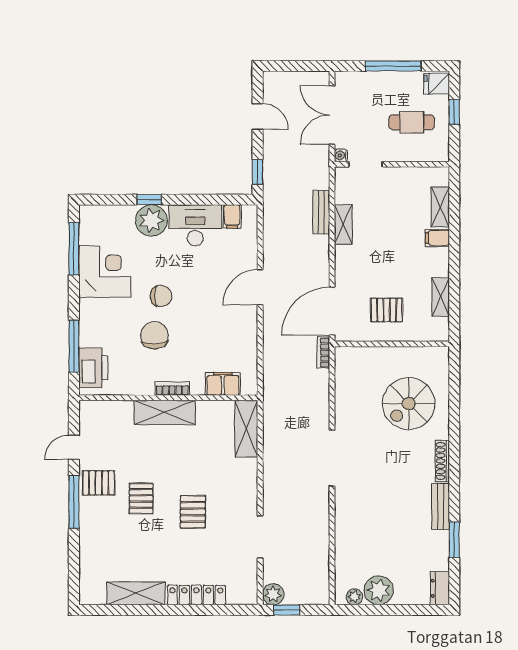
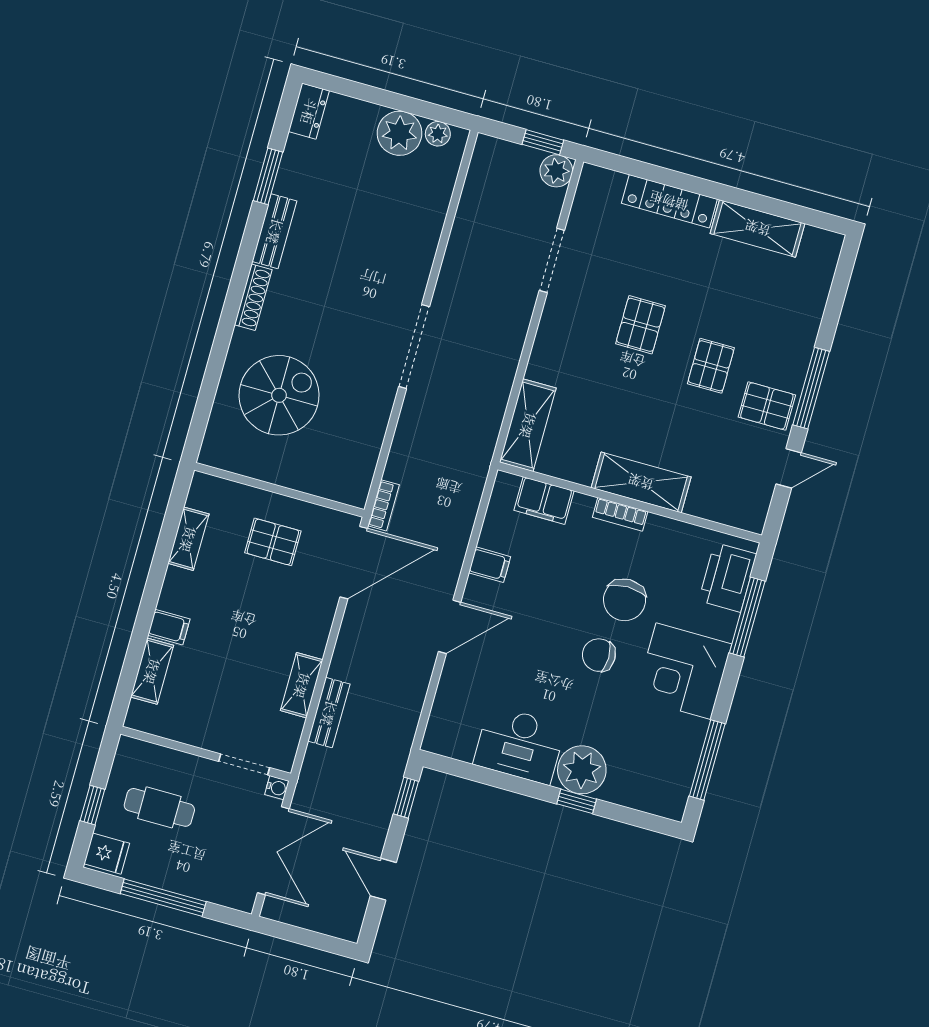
filing cabinet: (232, 217) -> (490, 565), moved, turned 90
corner desk: (105, 271) -> (683, 671), moved

